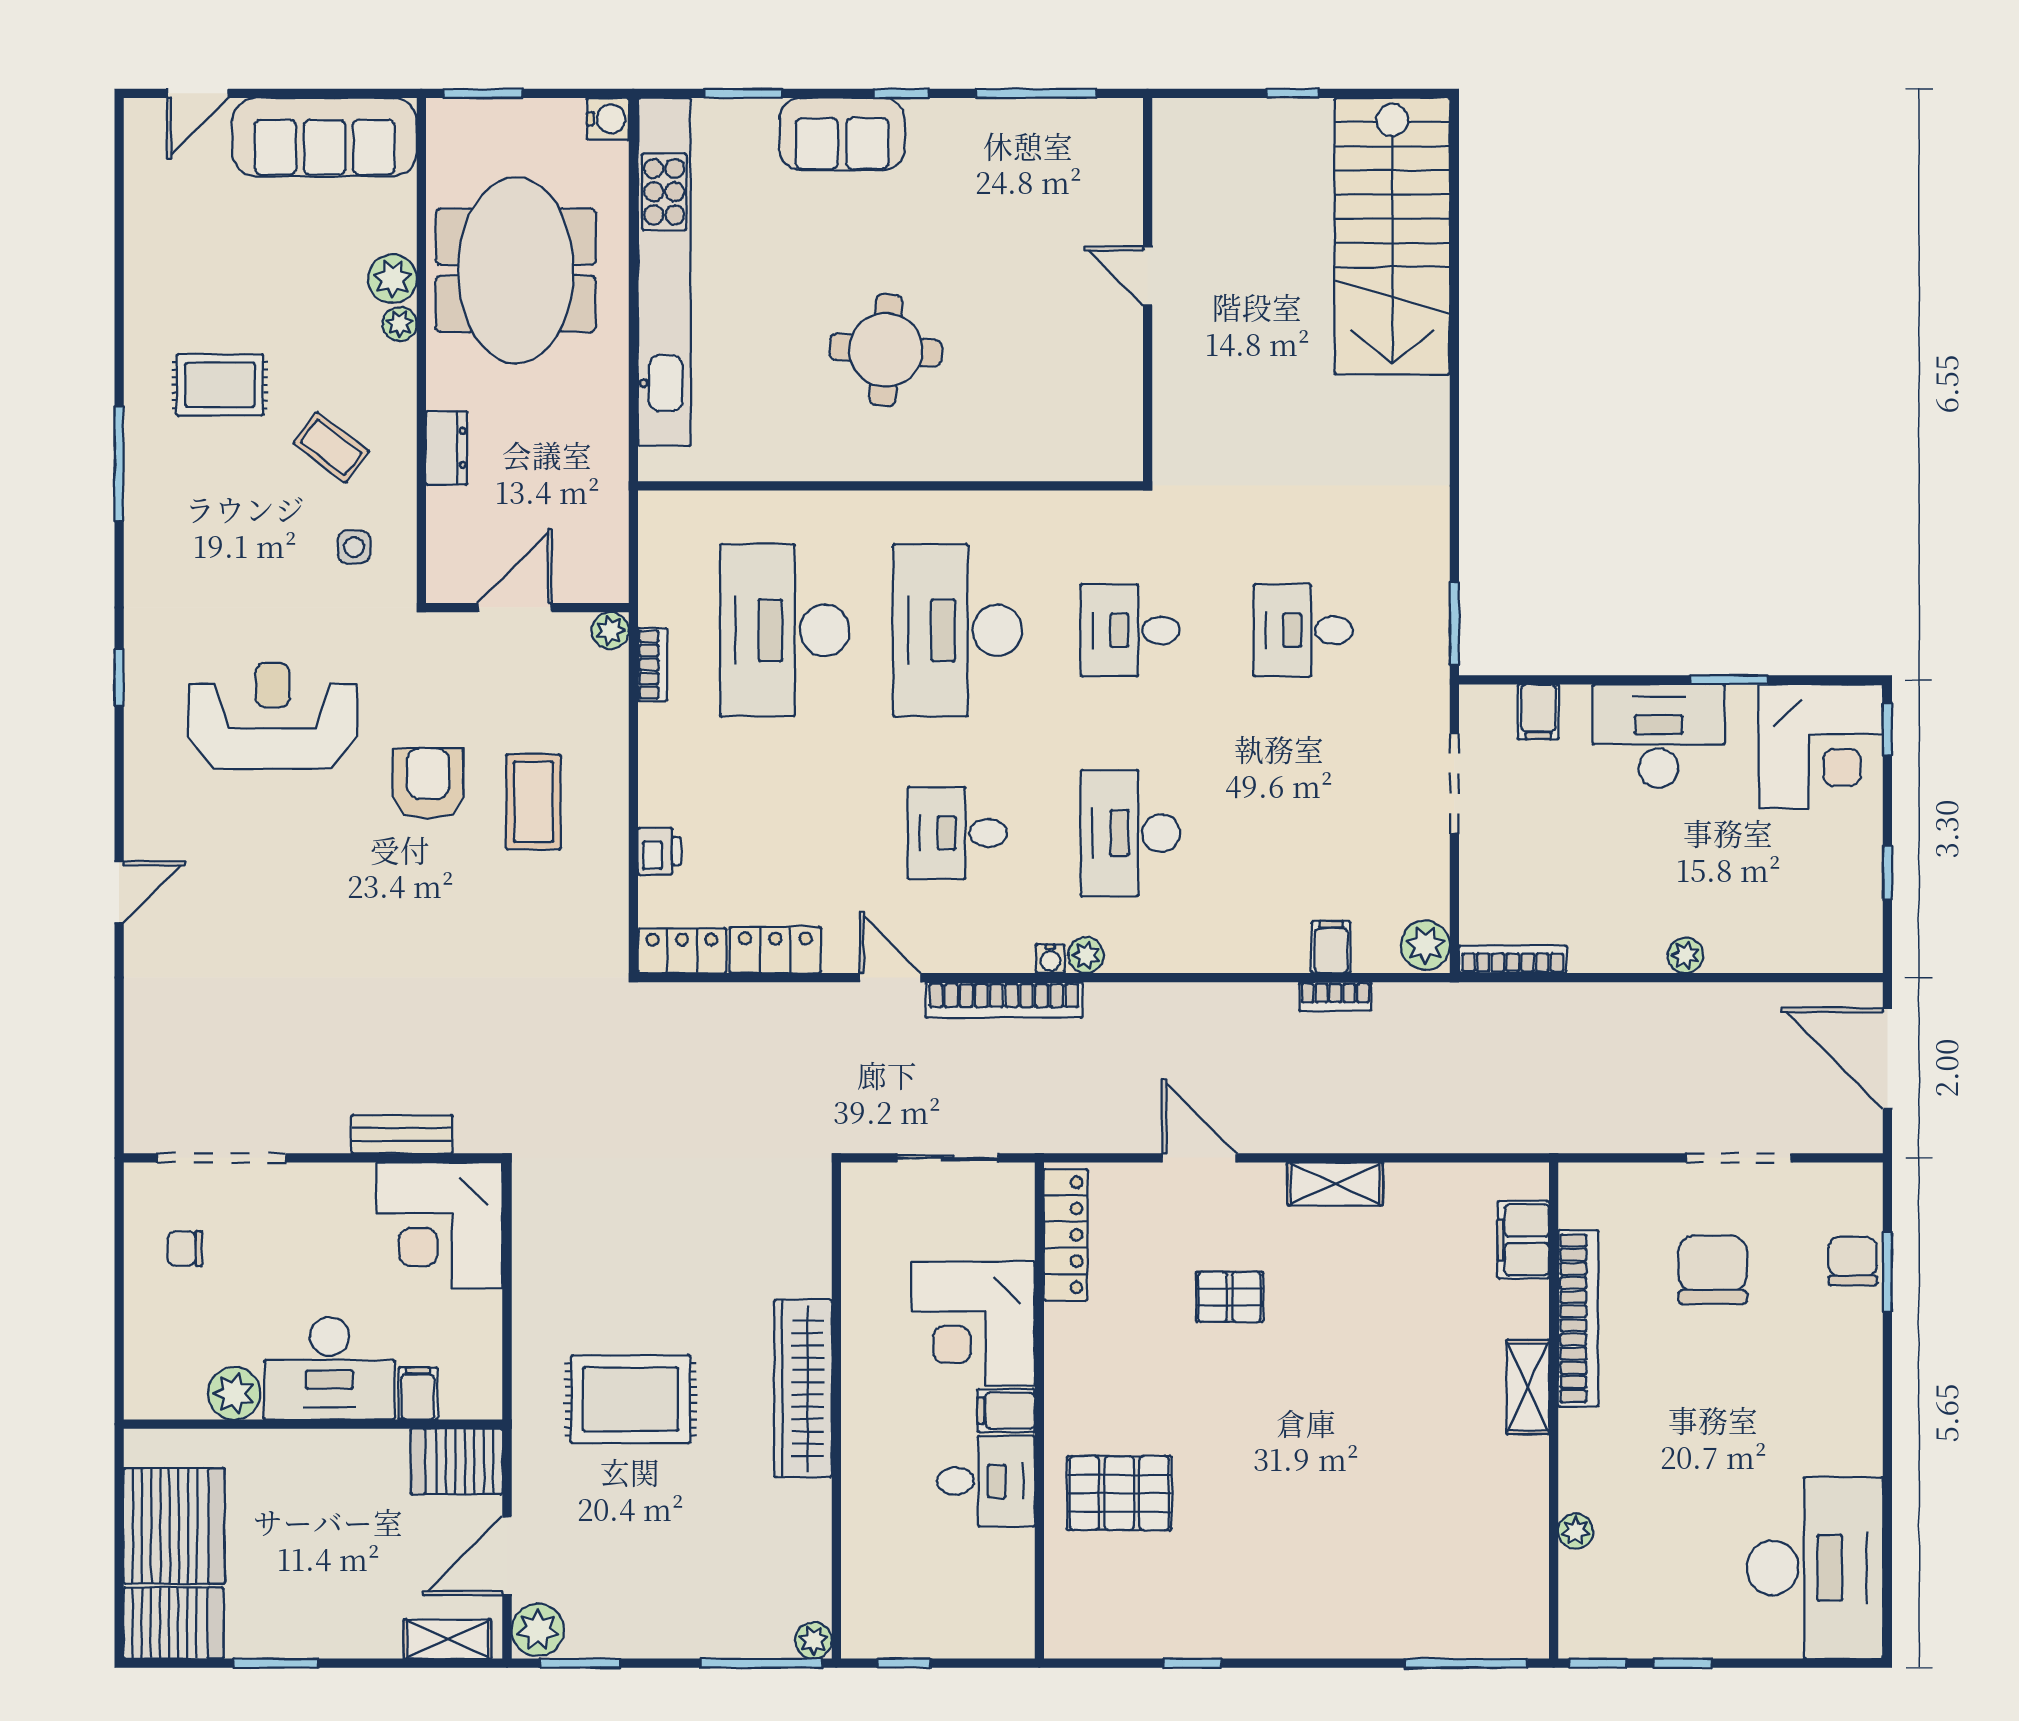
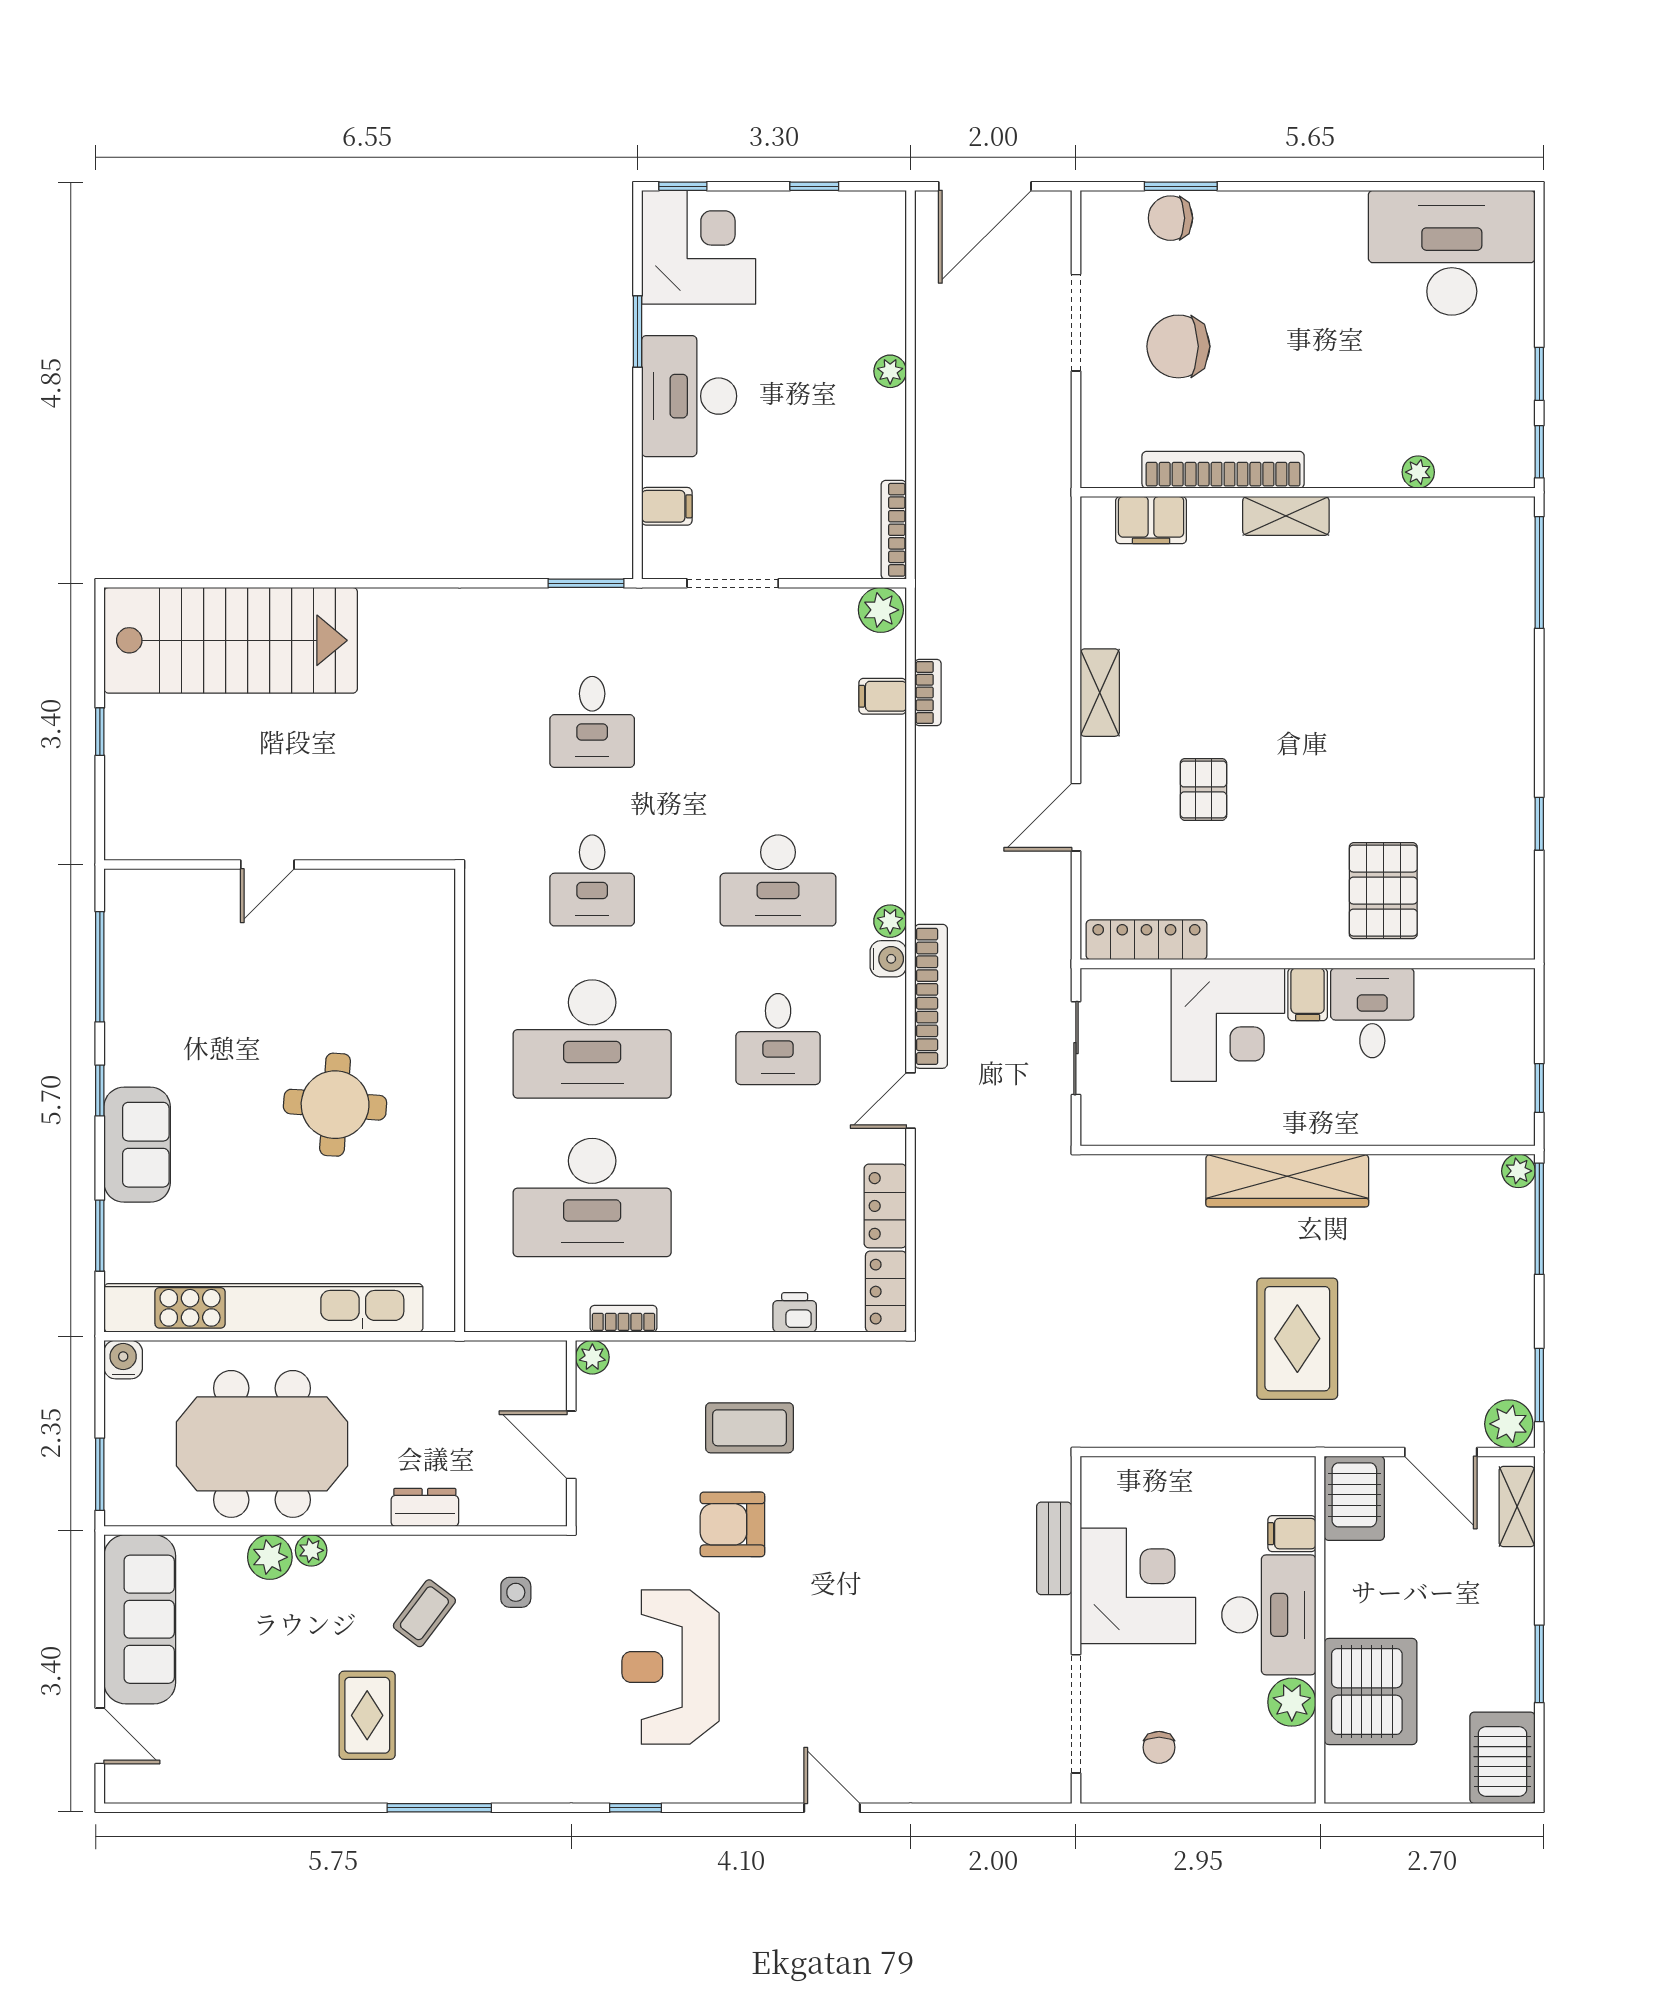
water cooler: (1050, 959) -> (888, 959), width x1.38, depth x1.38
corner desk: (439, 1225) -> (1138, 1586), moved, turned -90
server rack: (174, 1526) -> (1371, 1691), moved, turned 90

